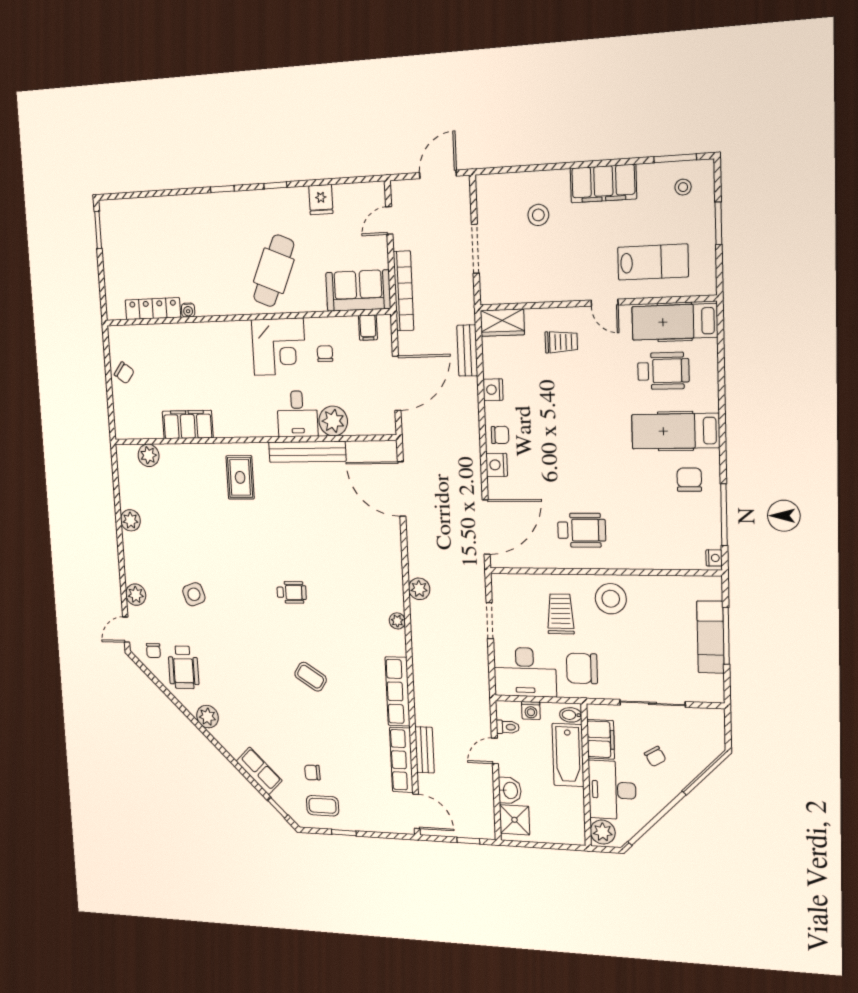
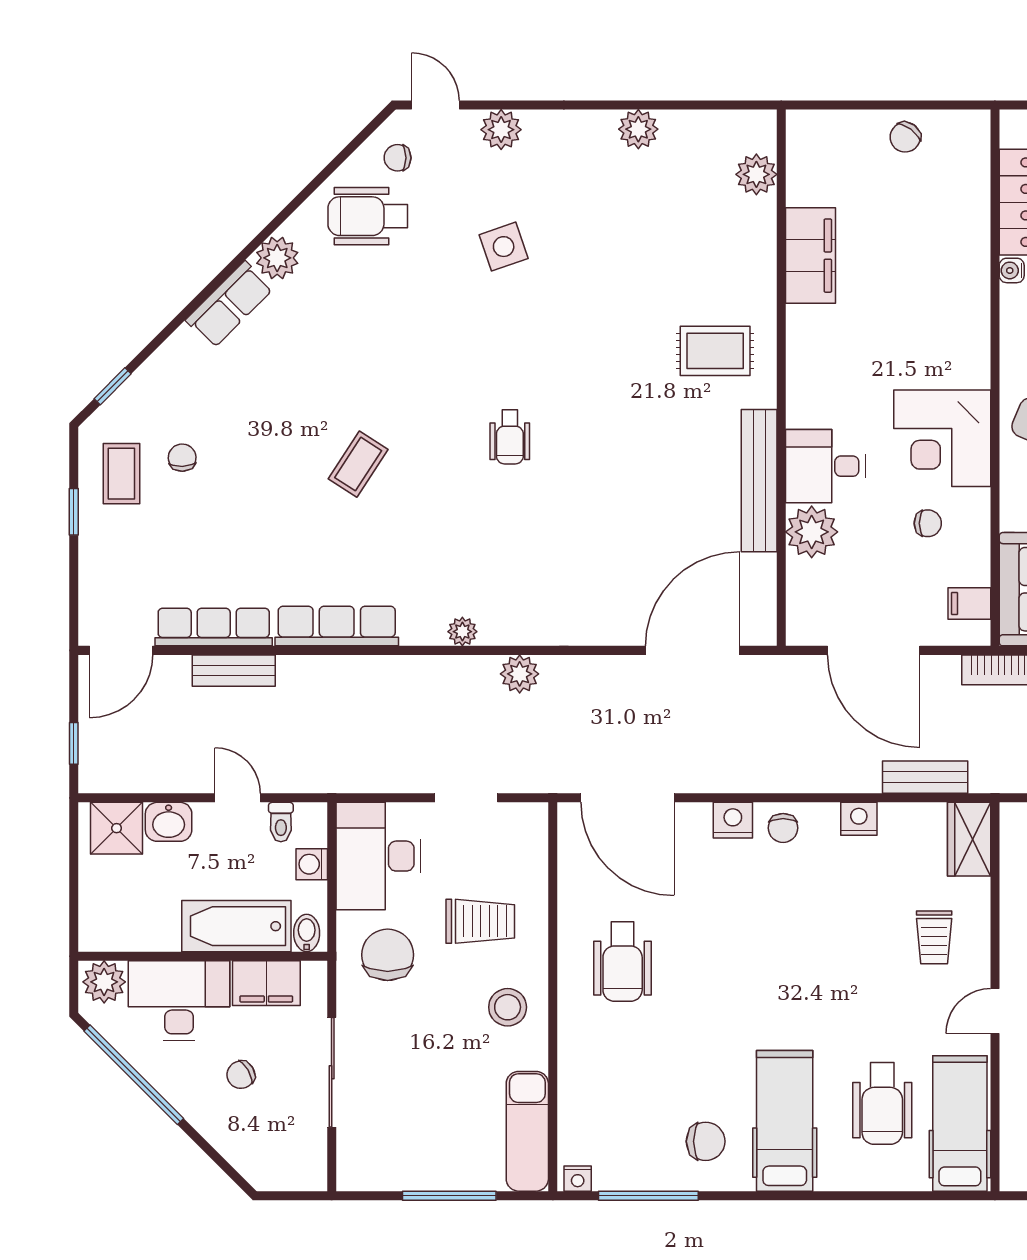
stool: (611, 599) -> (508, 1007), width x0.73, depth x0.73
exam couch: (710, 637) -> (527, 1131), moved, turned -90
row of seats: (259, 771) -> (229, 305), moved

